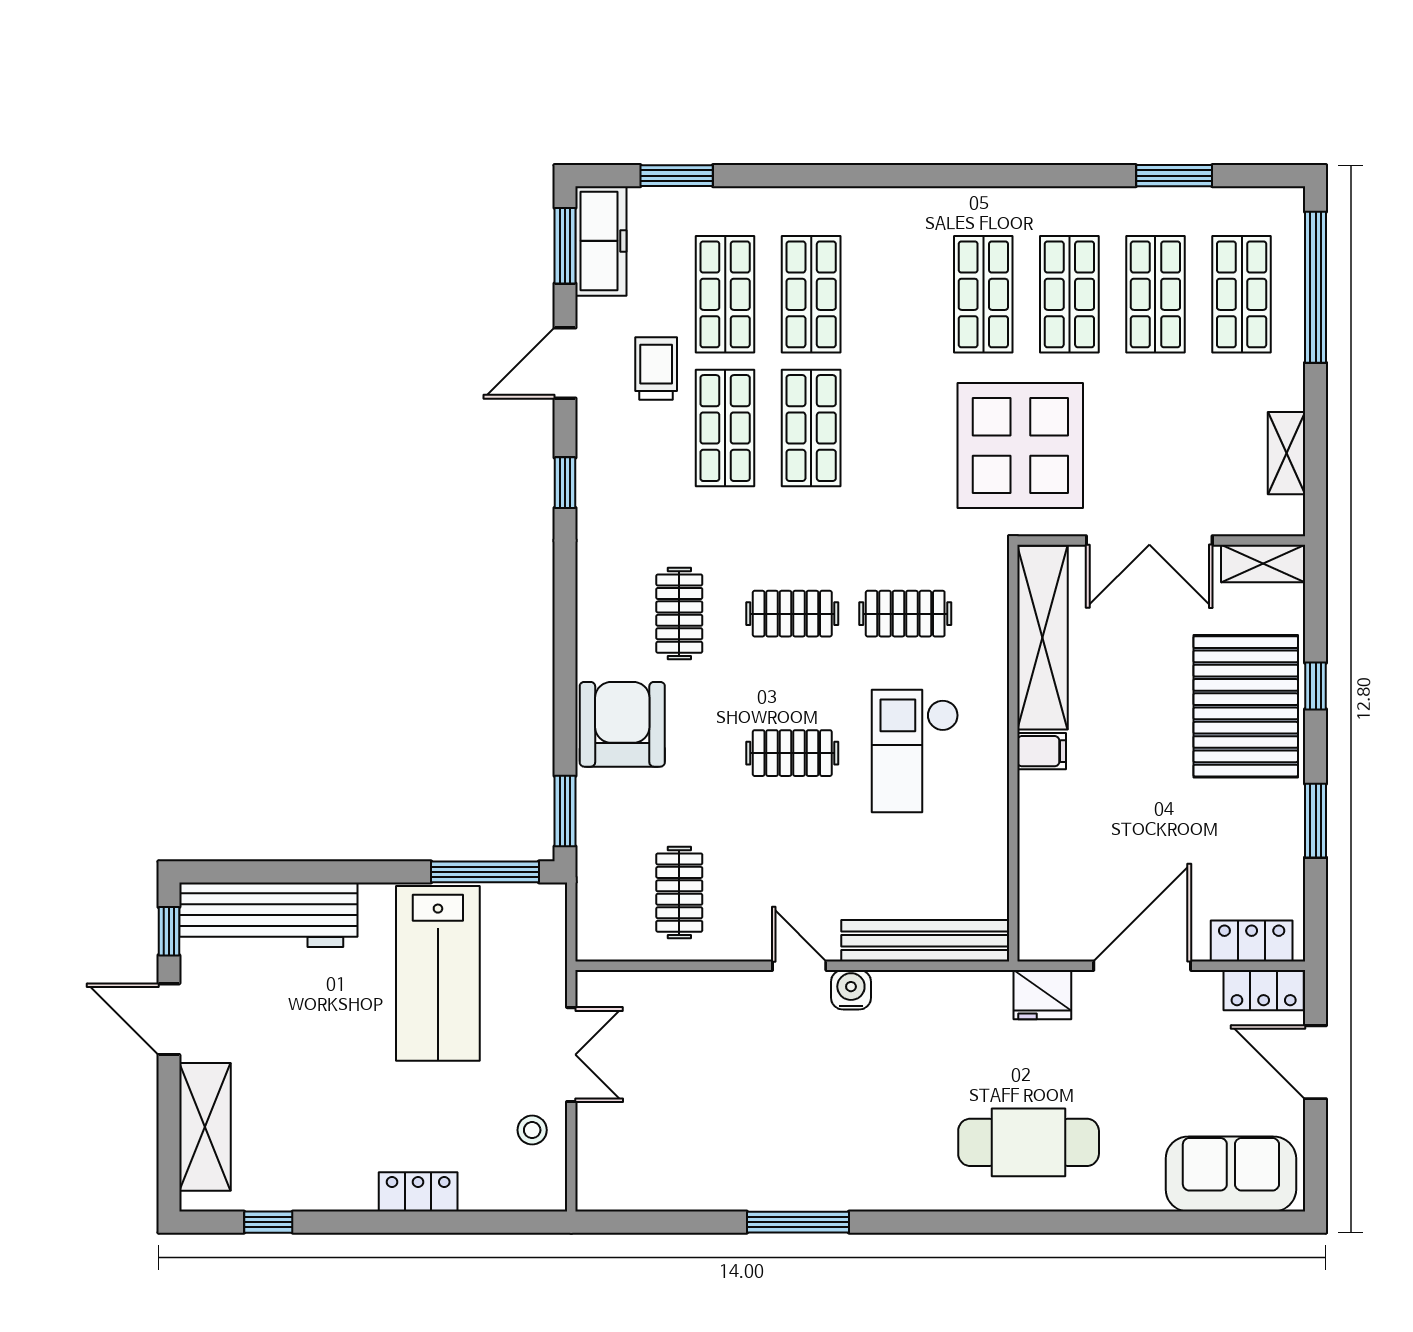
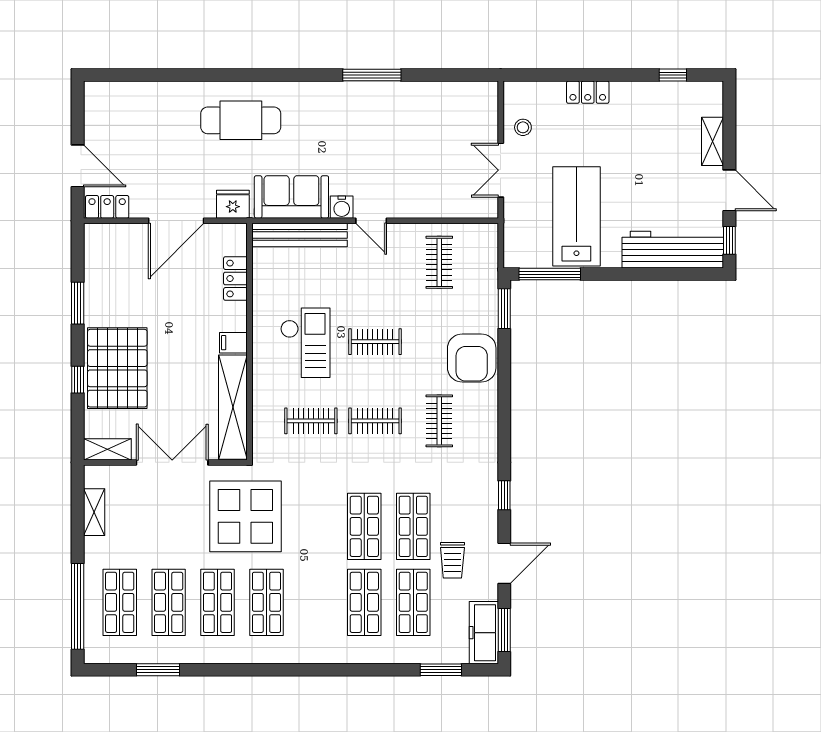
locker: (1252, 941) -> (235, 279), moved, turned 90
shelving: (205, 1127) -> (713, 141), width x0.67, depth x0.75
sofa: (1231, 1174) -> (291, 197), moved, turned 180

